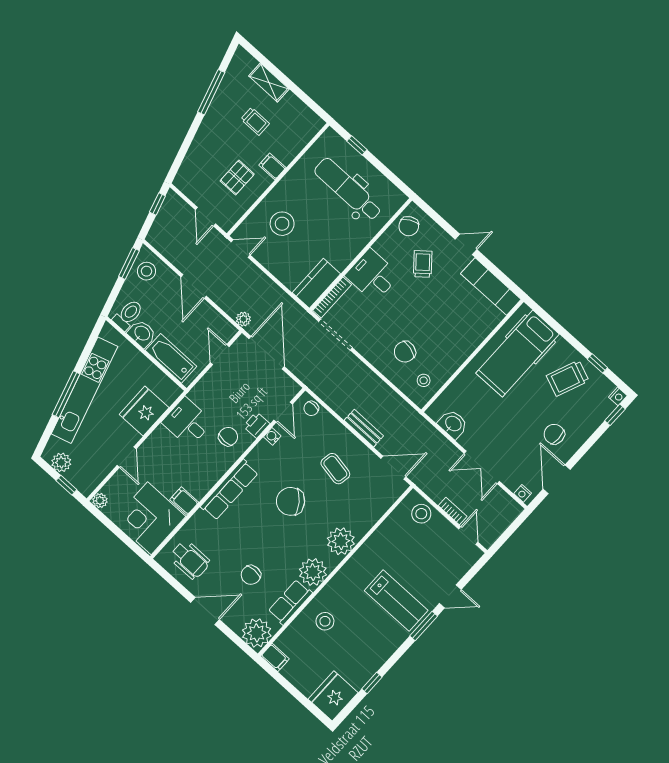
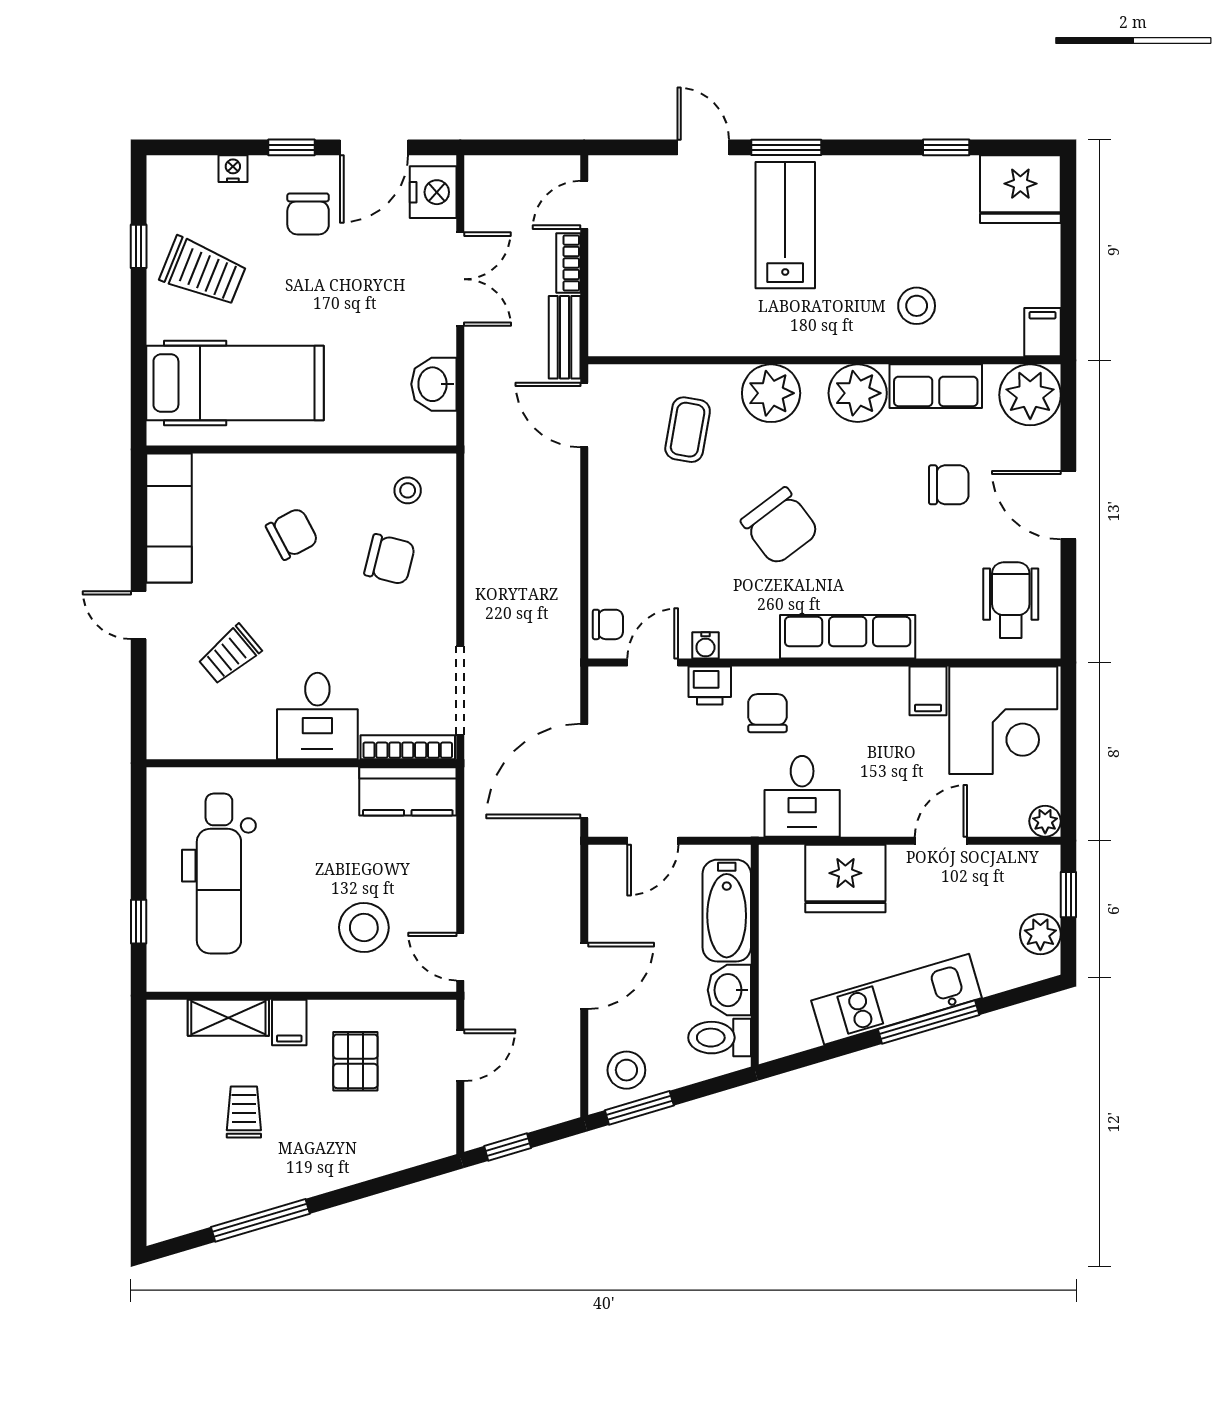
shelving: (269, 82) -> (228, 1018), moved, turned 90
pallet: (237, 177) -> (355, 1061), turned 90
chair: (409, 226) -> (292, 534), moved
plant: (243, 319) -> (565, 854), removed
kitchen unit: (85, 390) -> (897, 999), width x0.73
nightstand: (618, 396) -> (233, 169), moved
window: (615, 415) -> (291, 147), moved
bench: (364, 428) -> (565, 337), moved
chair: (228, 437) -> (767, 713), turned 90
coffee table: (335, 469) -> (688, 430), moved
nightstand: (523, 493) -> (433, 192), width x1.89, depth x1.79
stool: (421, 514) -> (616, 308), removed

